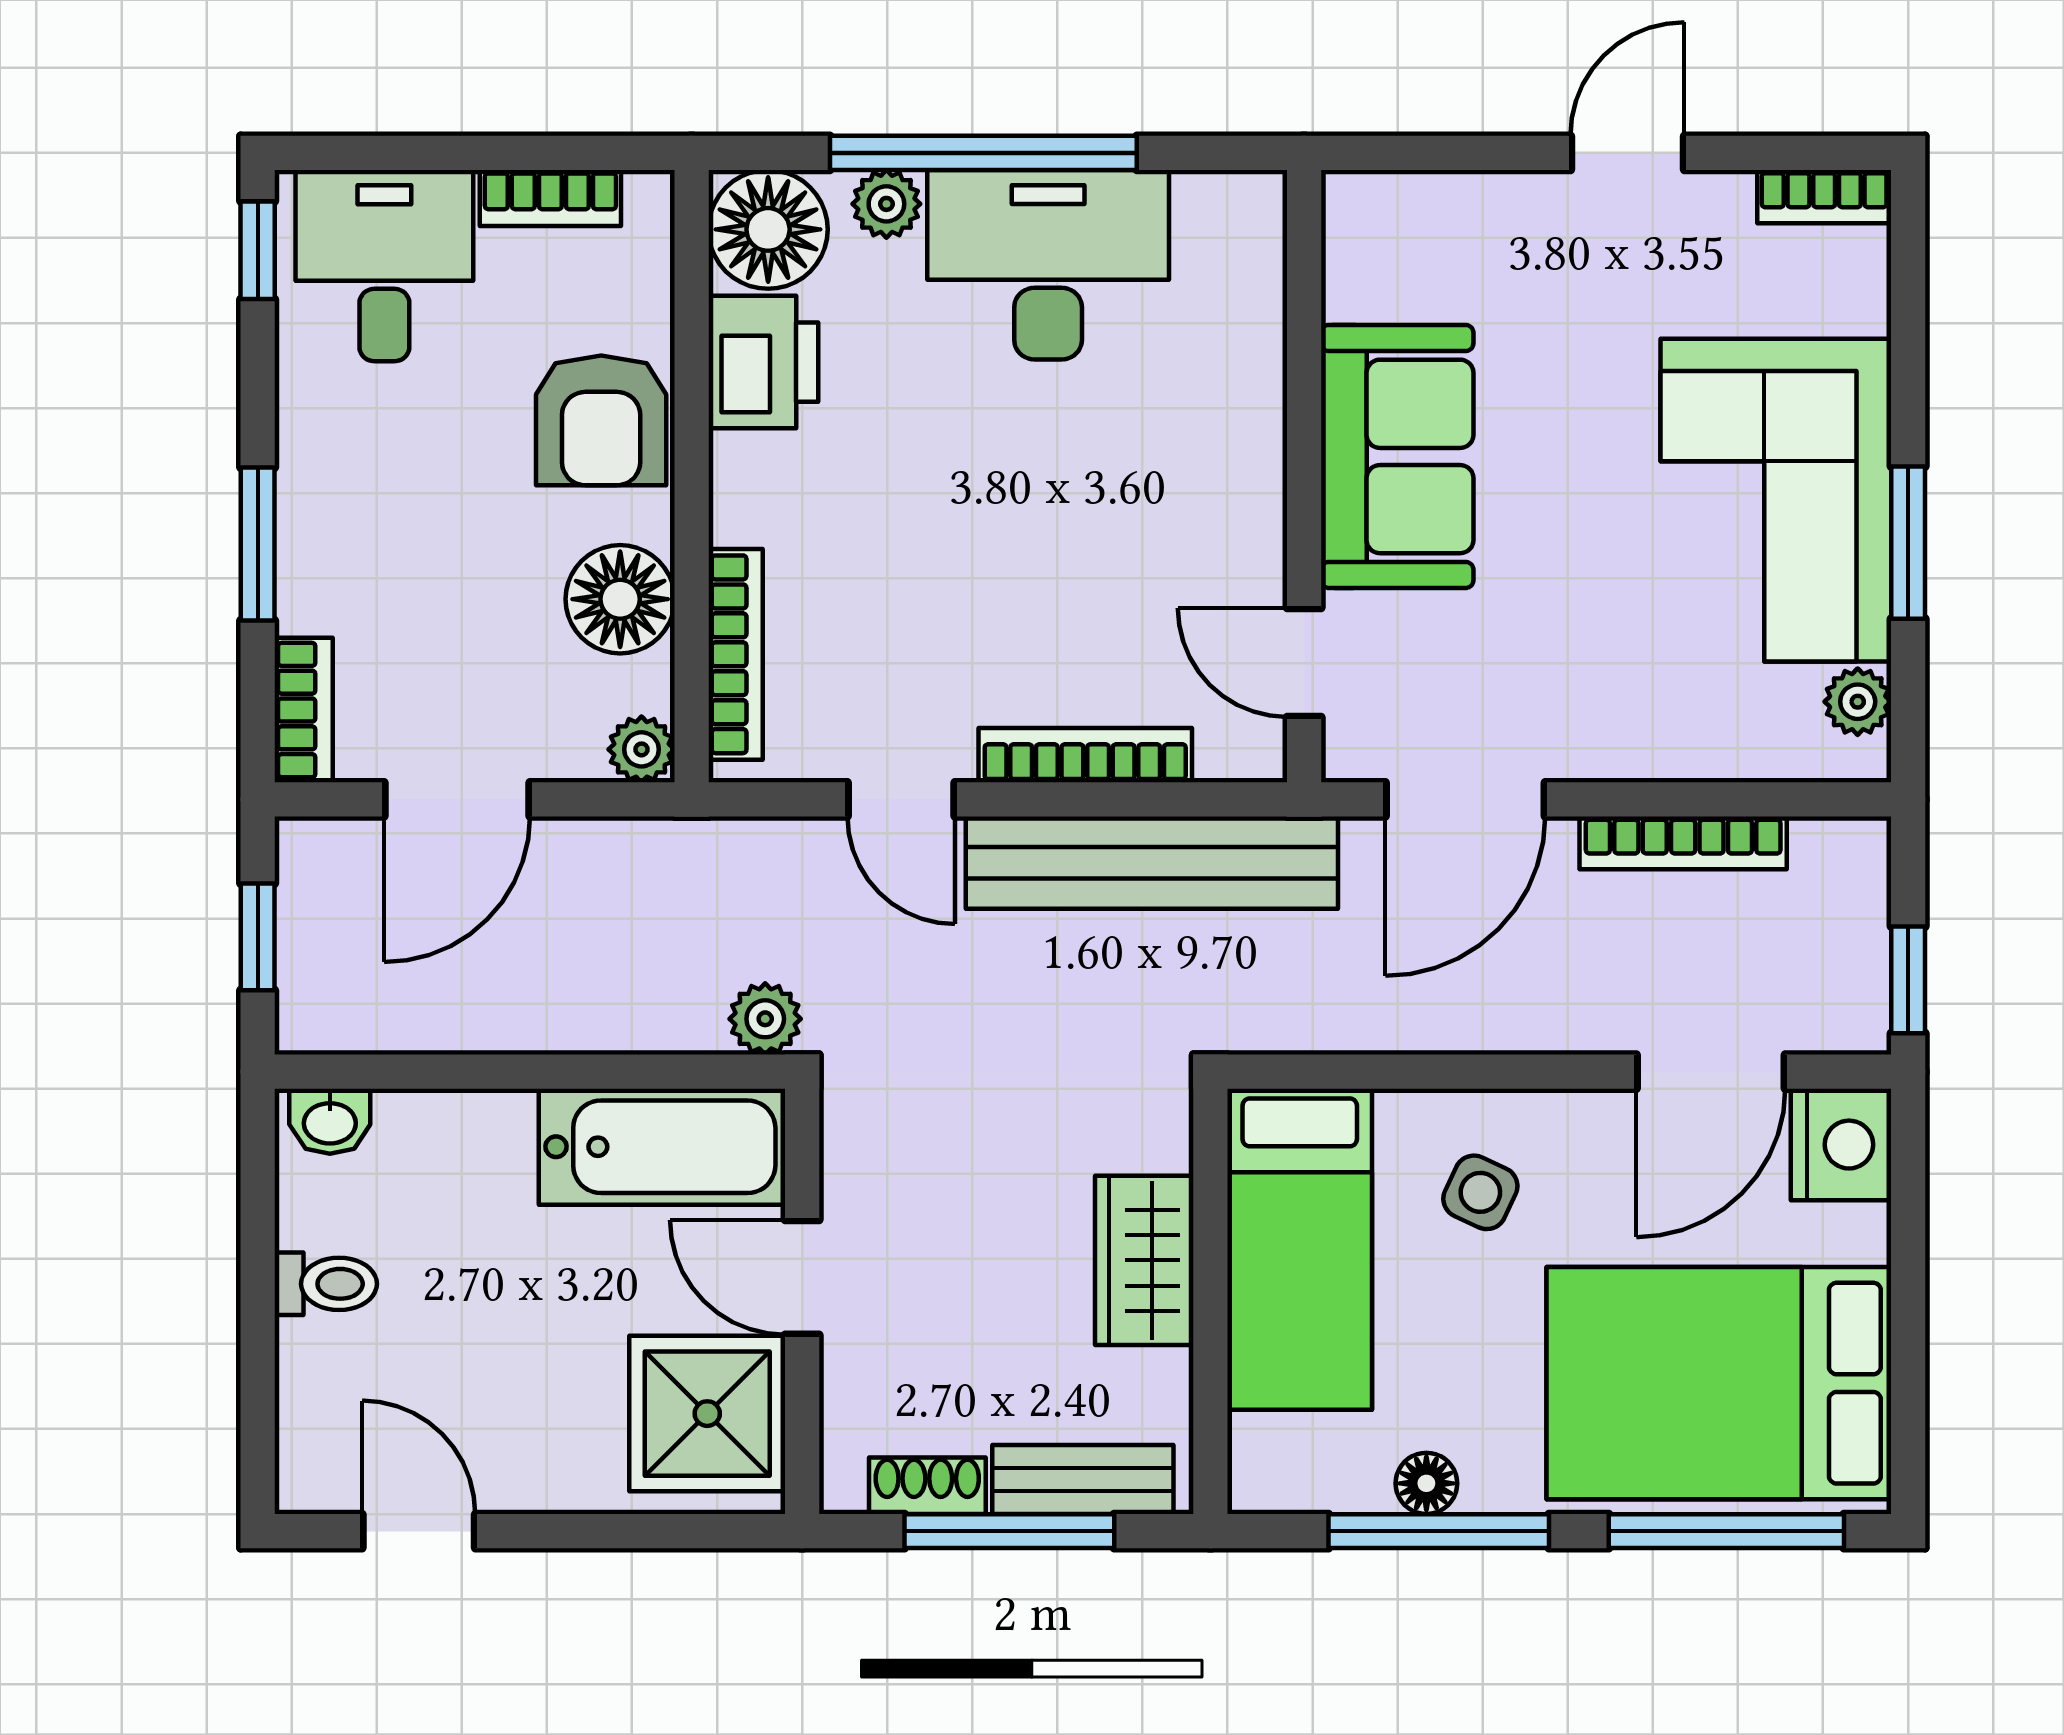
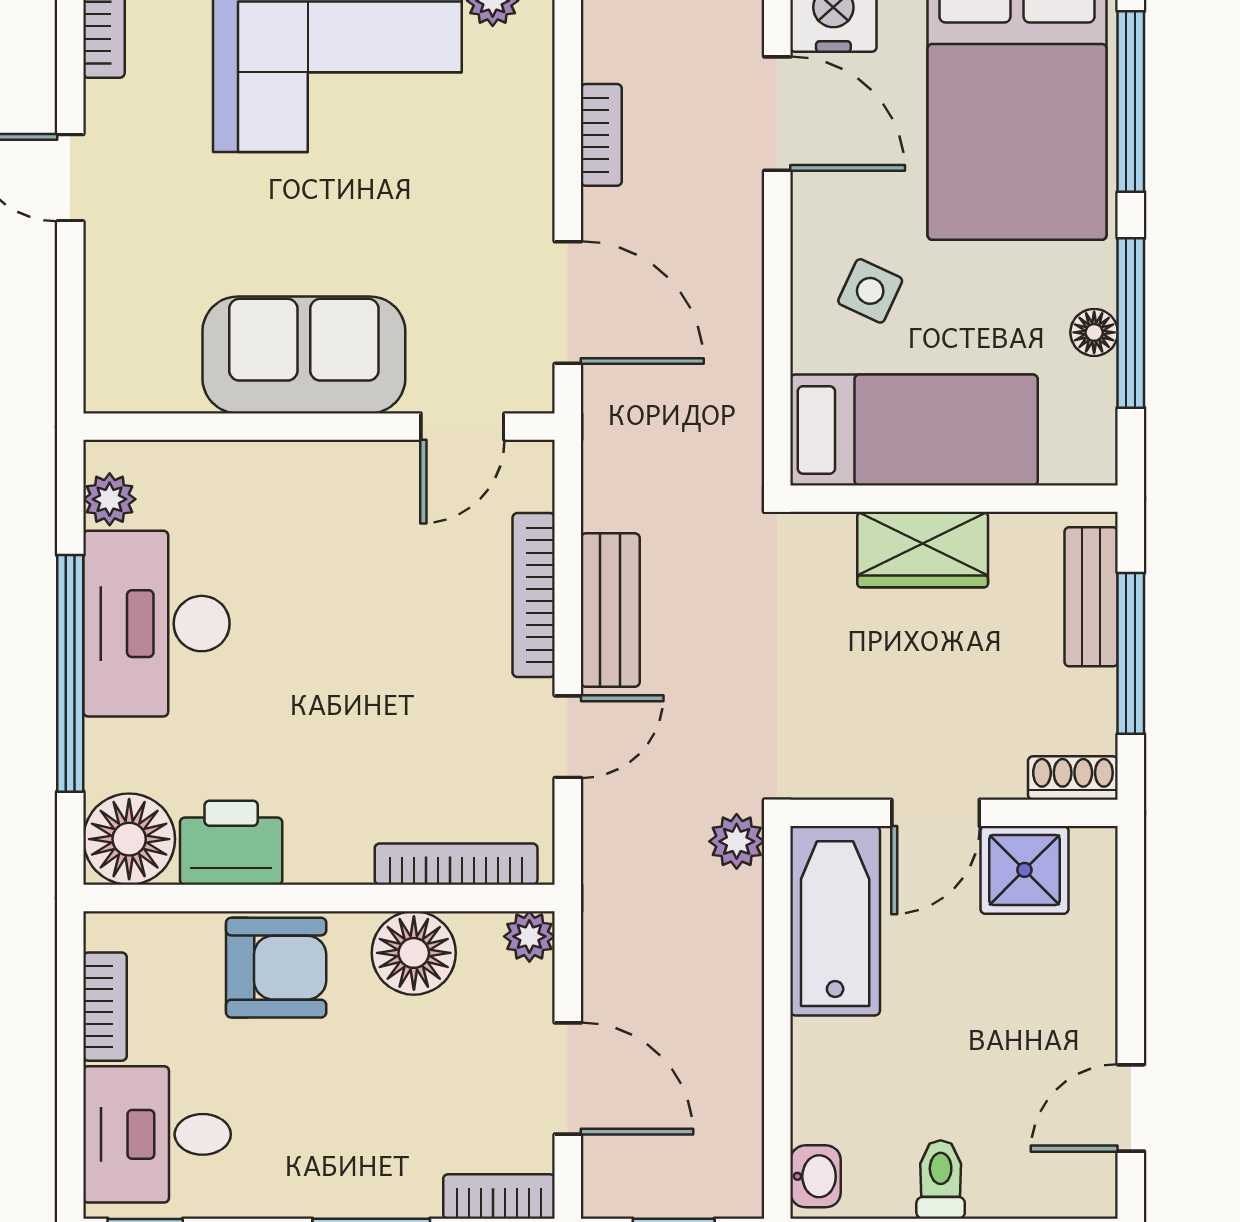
plant: (886, 204) -> (110, 499), moved
bookcase: (1683, 843) -> (601, 135), width x0.64
bench: (1152, 863) -> (610, 610), width x0.54, depth x0.82
shower: (707, 1414) -> (1024, 870), width x0.73, depth x0.73
shoe rack: (927, 1486) -> (1073, 778), moved, turned 90

